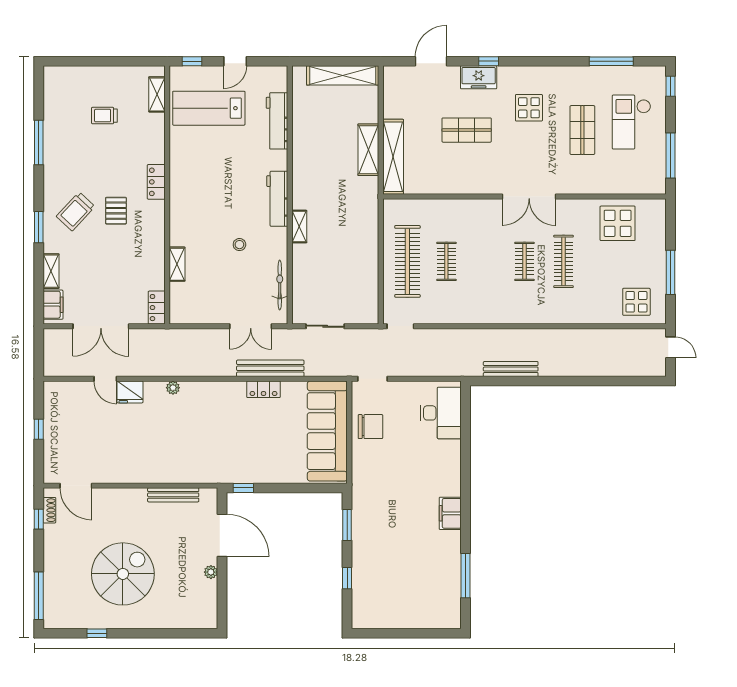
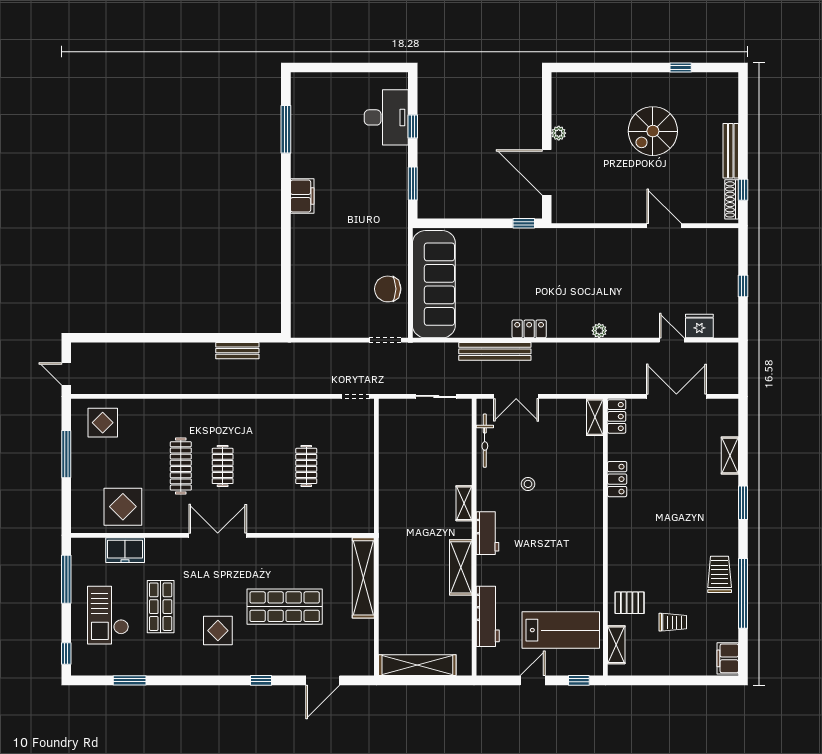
window: (611, 61) -> (130, 680), width x0.69
freezer: (479, 77) -> (125, 550), moved, turned 180
checkout: (631, 122) -> (108, 615), turned 180
shop shelf: (467, 130) -> (285, 607), width x1.43, depth x1.36
window: (39, 142) -> (743, 593), width x1.46
shelving: (368, 150) -> (461, 567), moved
locker: (156, 182) -> (617, 479), moved
workbench: (277, 199) -> (487, 533), width x0.73
pallet: (116, 211) -> (630, 603), moved, turned 90
trolley: (76, 212) -> (720, 574), moved, turned -43
clothes rail: (407, 261) -> (348, 466), removed
shelving: (177, 264) -> (595, 417), moved
filing cabinet: (53, 305) -> (728, 658), moved
double door: (251, 326) -> (516, 396), swing flipped
bench: (511, 369) -> (237, 351), width x0.73
locker: (264, 389) -> (529, 329), moved
fridge: (130, 392) -> (699, 326), moved
desk: (441, 413) -> (386, 117), moved, turned 180
door: (76, 486) -> (664, 226), moved
bench: (173, 495) -> (731, 151), moved, turned 90
shoe rack: (49, 510) -> (732, 199), width x1.43
spiral stairs: (123, 574) -> (653, 131), width x0.73, depth x0.73
window: (39, 596) -> (743, 108), removed

